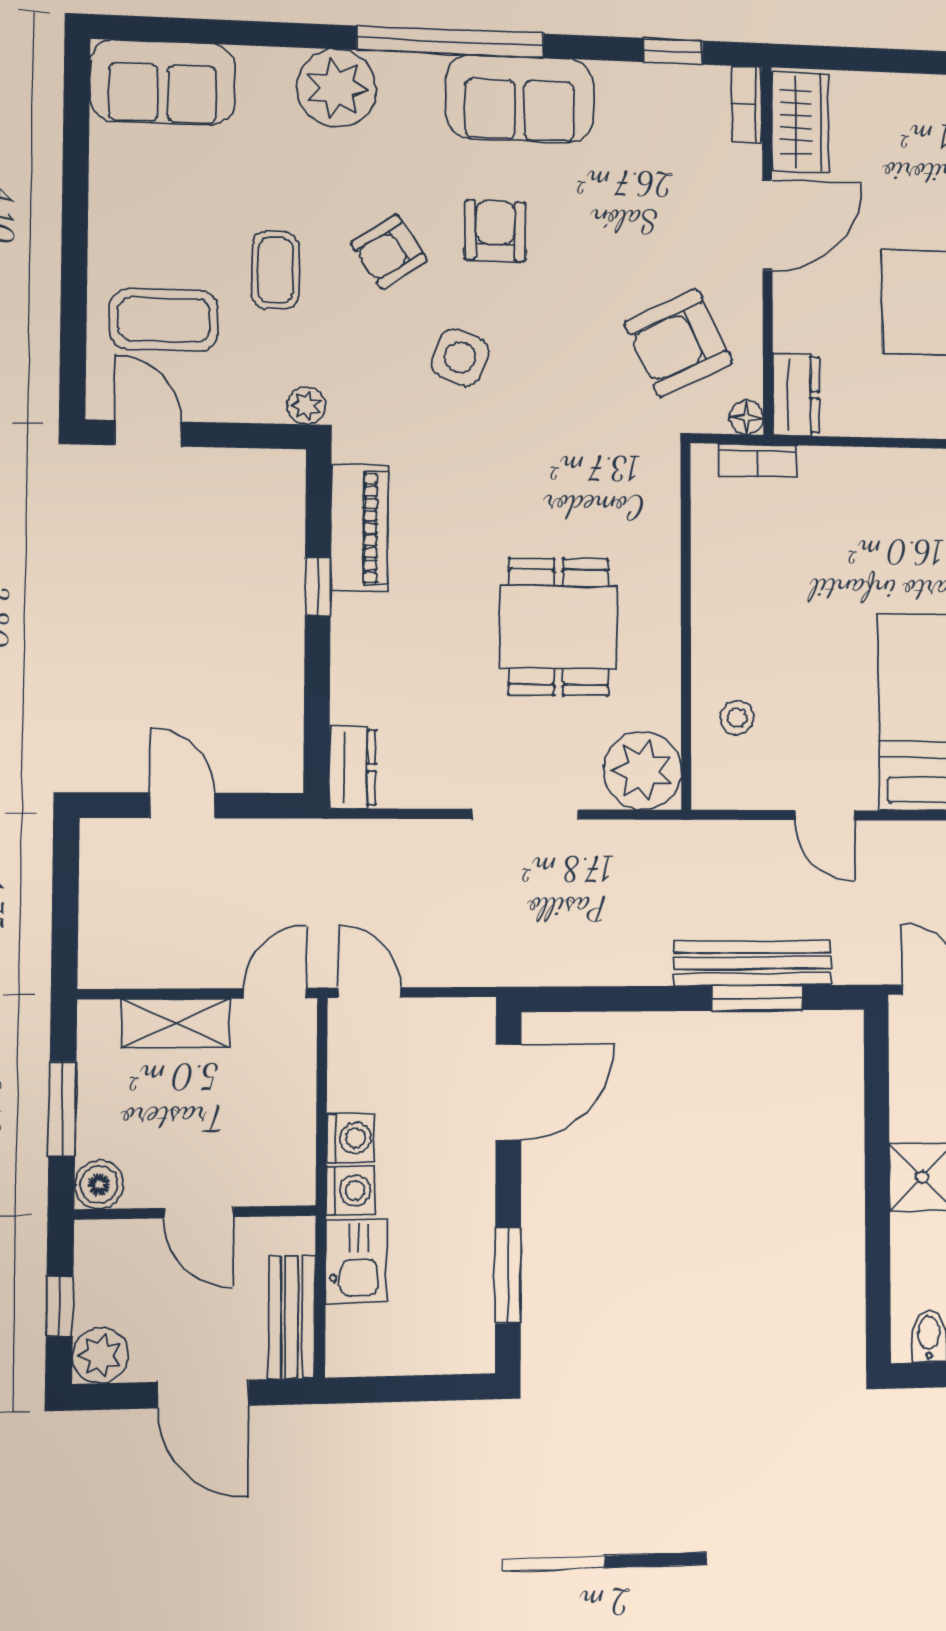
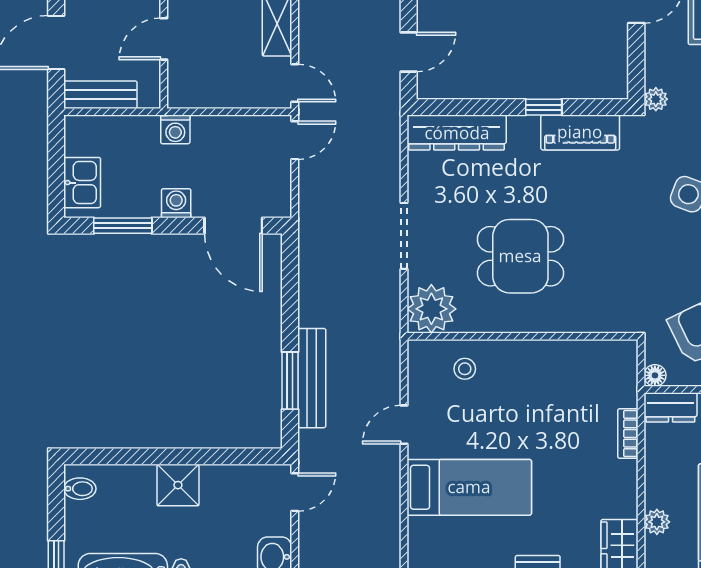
bookcase: (758, 460) -> (628, 434), moved
dresser: (352, 767) -> (457, 133), width x1.96, depth x1.24
door: (182, 805) -> (409, 52), moved
washing machine: (351, 1138) -> (176, 203), moved, turned 180
kitchen sink: (356, 1261) -> (82, 183), moved, turned -90

